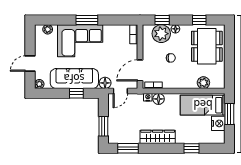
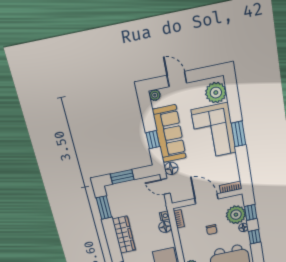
window: (199, 20) -> (254, 237), moved
plant: (48, 29) -> (216, 93), width x1.88, depth x1.88
door: (140, 70) -> (206, 199), moved

